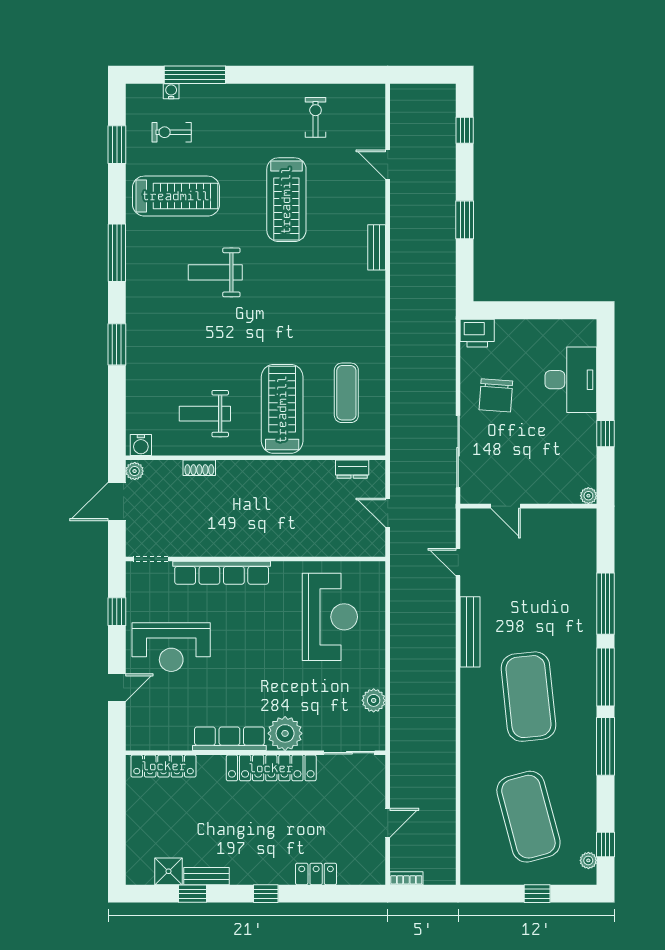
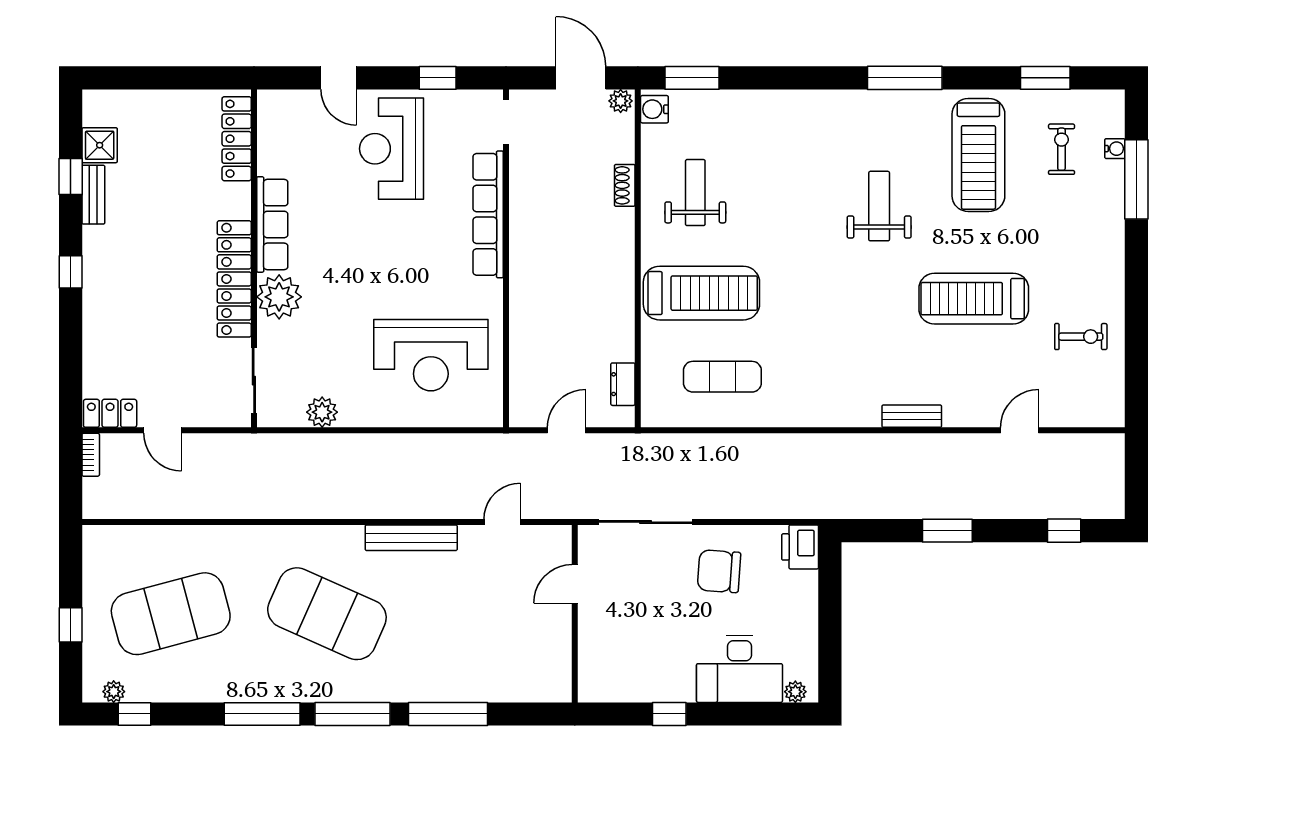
window: (117, 344) -> (692, 78), moved
plant: (588, 496) -> (795, 692), moved
exercise mat: (528, 697) -> (327, 614), turned 30
locker: (316, 874) -> (110, 413), moved, turned -90

